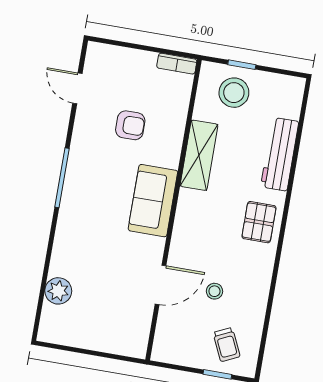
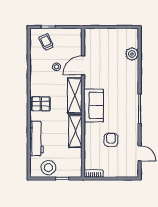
stool: (234, 93) -> (48, 168), moved
armchair: (130, 125) -> (111, 140), turned 90
pallet: (259, 222) -> (41, 104), turned 90
shelving: (188, 227) -> (75, 96), added

